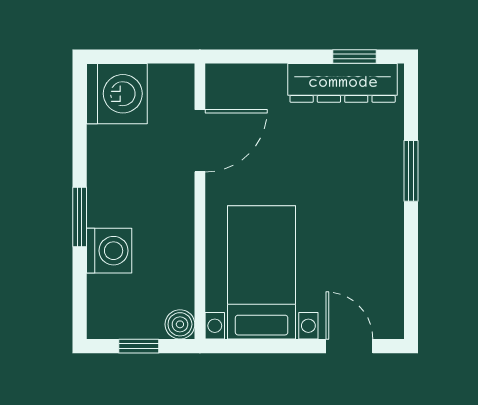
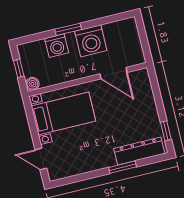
dresser: (343, 83) -> (139, 151), moved, turned 90
washing machine: (117, 94) -> (91, 41), moved
door: (349, 346) -> (41, 159), swing flipped

